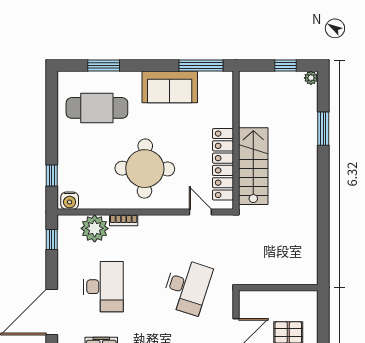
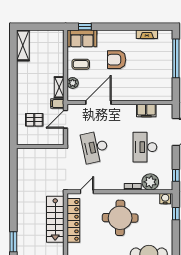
door: (200, 212) -> (87, 192), swing flipped
desk: (187, 287) -> (95, 147), turned -30

